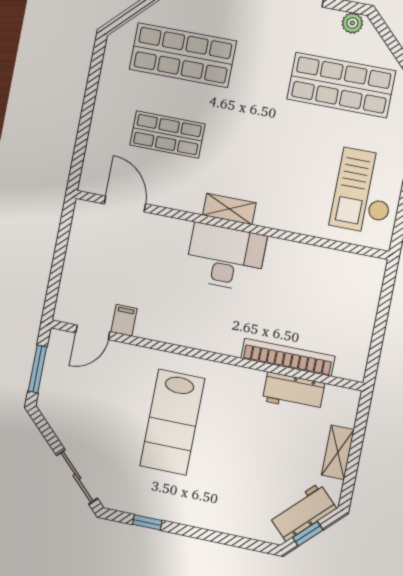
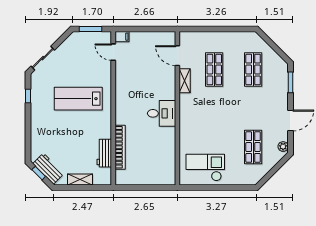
shop shelf: (183, 55) -> (253, 70), width x0.70, depth x0.74
shop shelf: (341, 85) -> (253, 147), width x0.70, depth x0.74
door: (125, 204) -> (177, 56), swing flipped
shelving: (229, 209) -> (185, 81), moved
desk: (225, 257) -> (162, 113), width x0.73
filing cabinet: (124, 320) -> (122, 37), moved

